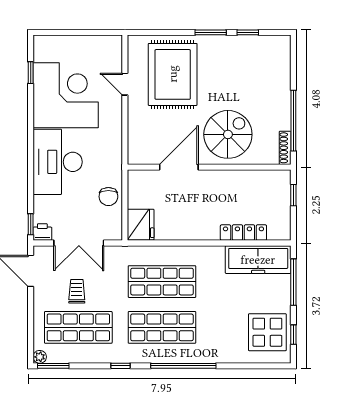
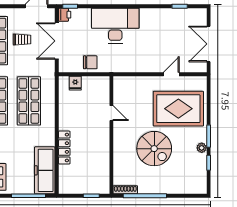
double door: (83, 32) -> (209, 44), added
plant: (227, 42) -> (202, 148), added
corner desk: (66, 95) -> (163, 31), removed
spiral stairs: (228, 134) -> (154, 149), moved
door: (179, 167) -> (111, 113), width x0.53
chair: (108, 197) -> (90, 62), turned 180
fridge: (141, 225) -> (75, 83), width x0.53, depth x0.75
locker: (243, 233) -> (64, 148), moved

